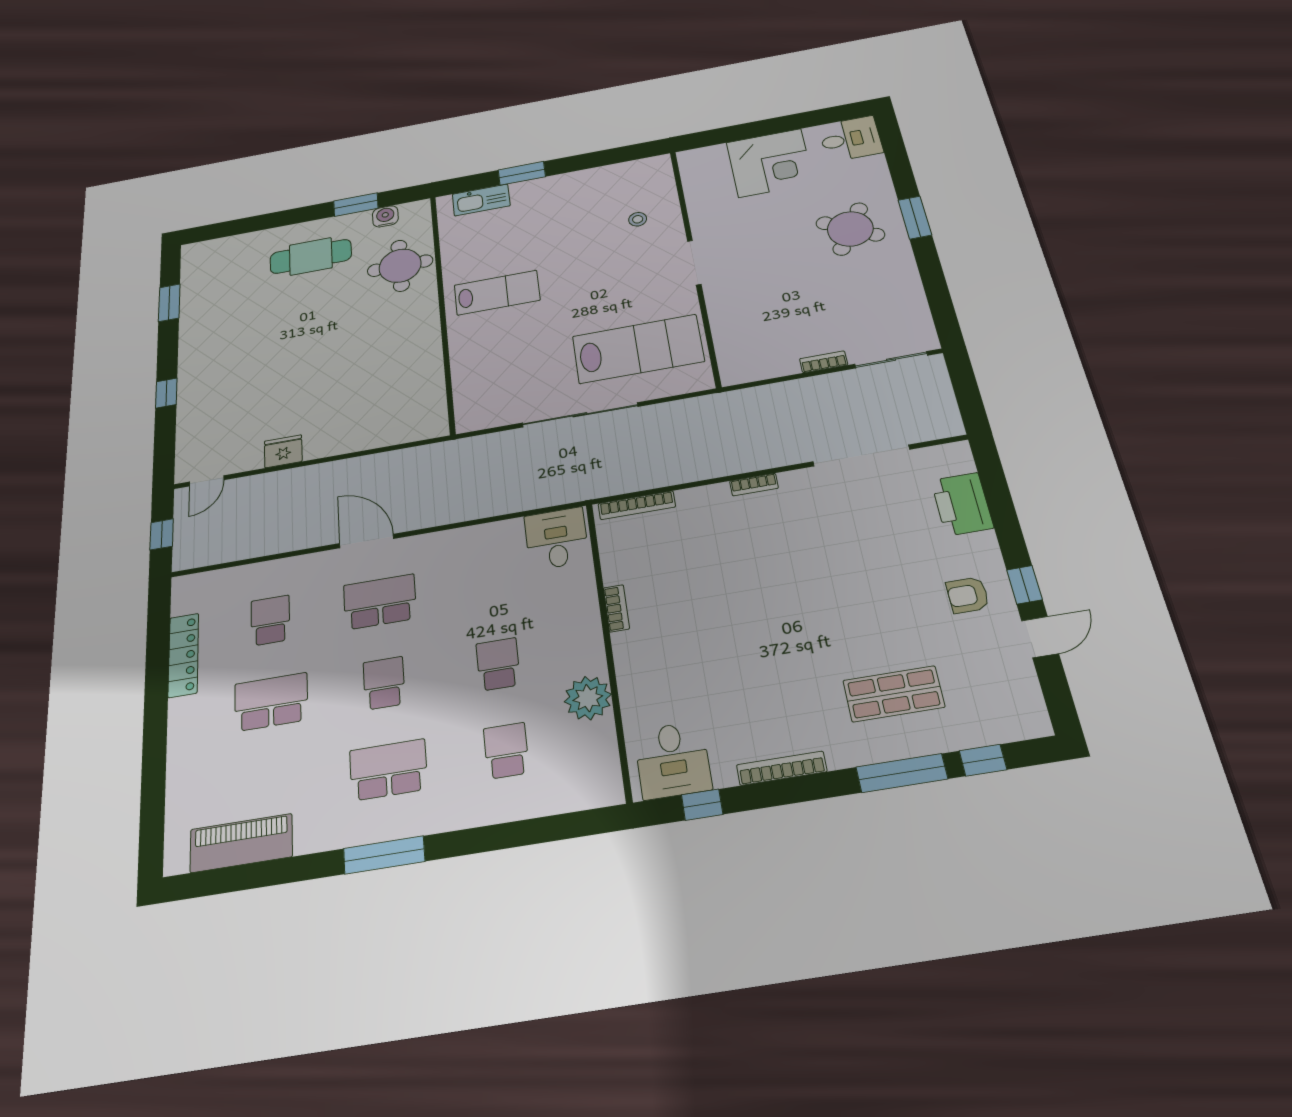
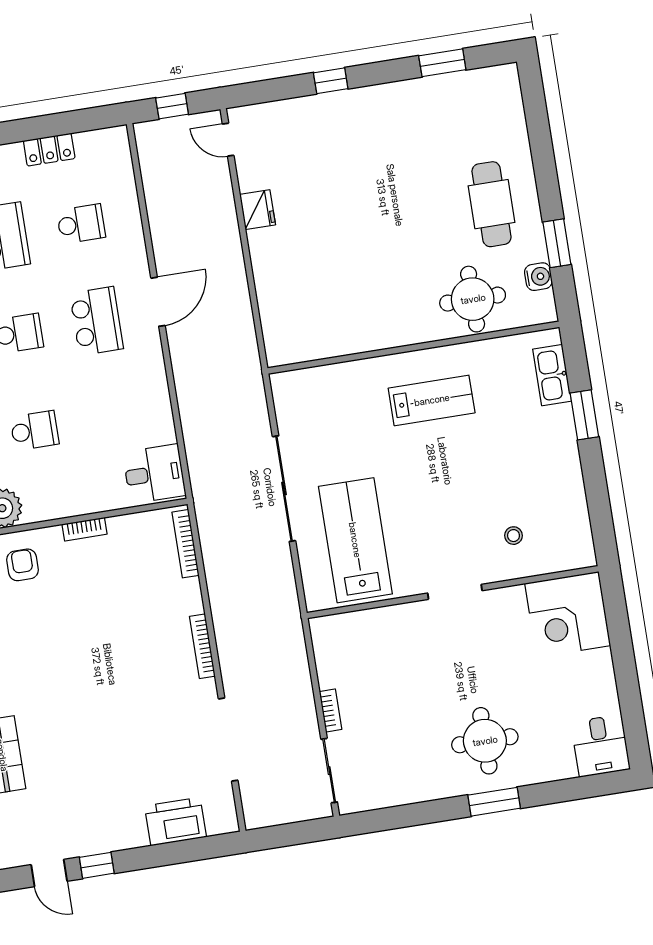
corner desk: (770, 163) -> (568, 614), moved
round table: (850, 229) -> (485, 741), turned -30
lab bench: (497, 293) -> (432, 400), turned -90
lab bench: (638, 349) -> (355, 540), turned 180
bookcase: (754, 485) -> (202, 646), width x1.56
armchair: (968, 595) -> (23, 565), moved
locker: (183, 655) -> (49, 150), width x0.66

